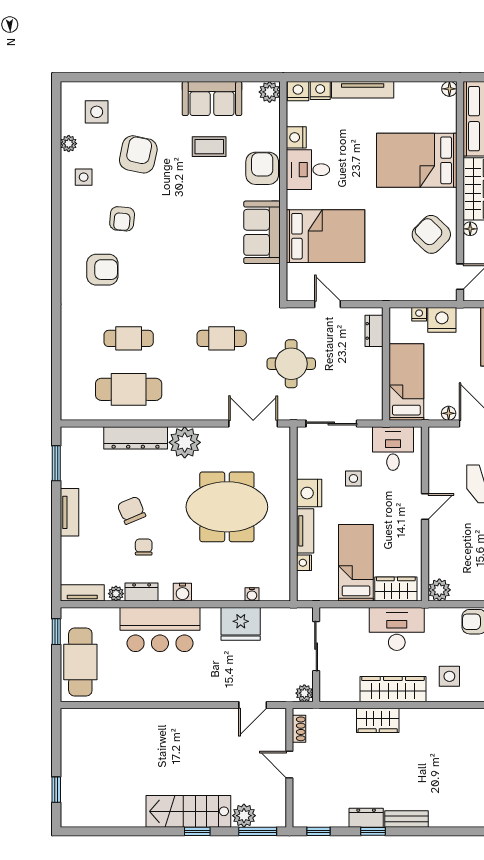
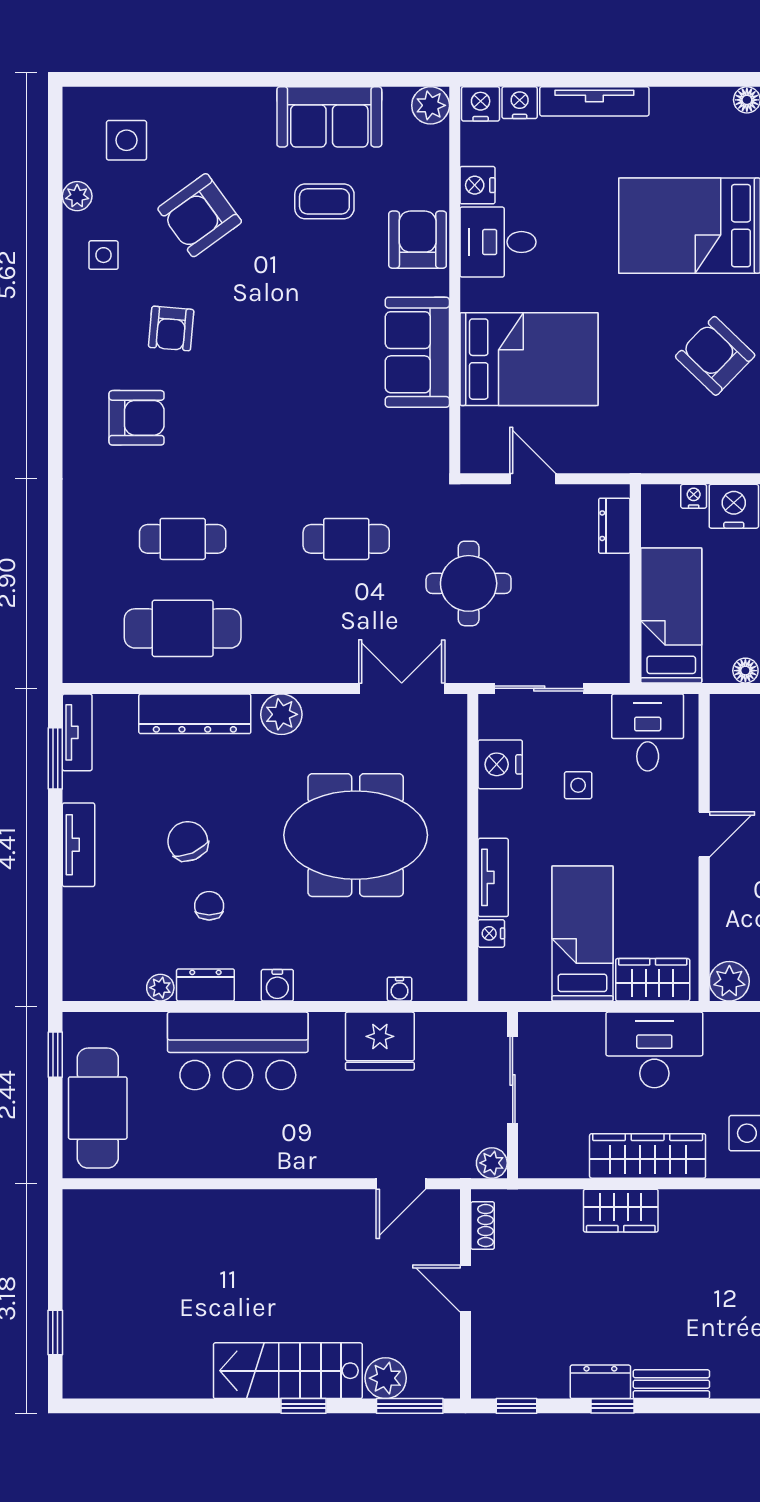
armchair: (138, 154) -> (200, 215), turned -138
plant: (185, 442) -> (281, 714), width x0.73, depth x0.73
nightstand: (309, 493) -> (500, 764), moved
tv unit: (82, 593) -> (77, 732), moved, turned 90

